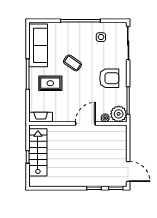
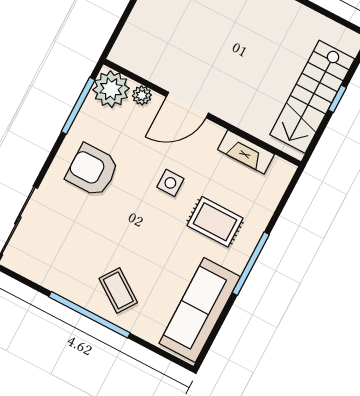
side table: (101, 37) -> (170, 183), moved
coffee table: (72, 63) -> (118, 290), moved
fireplace: (41, 117) -> (246, 152), moved

